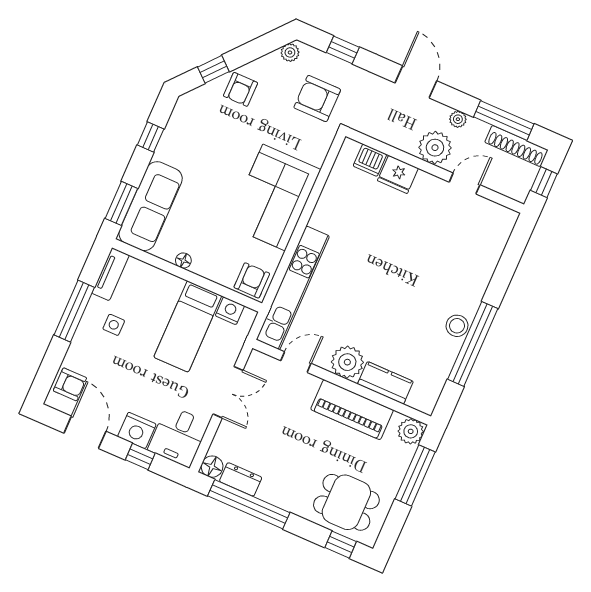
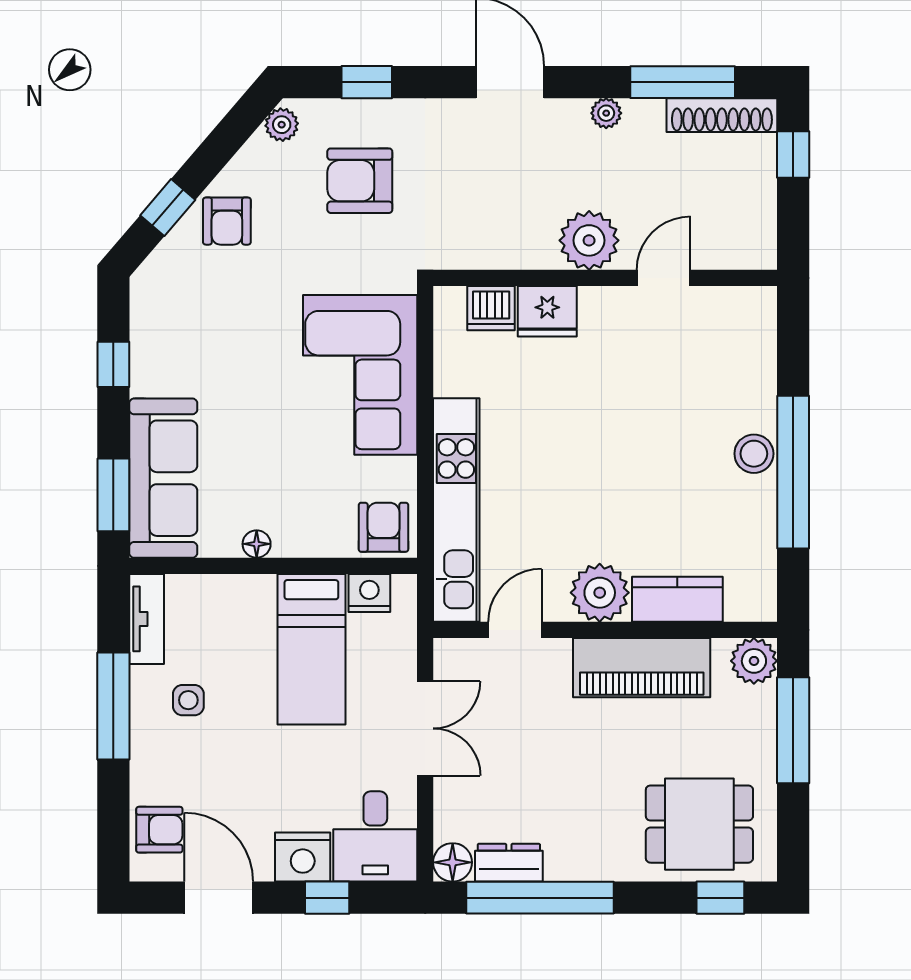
plant: (435, 148) -> (589, 240), moved
dishwasher: (370, 160) -> (491, 308), moved
wall: (435, 170) -> (605, 278), moved
fridge: (398, 174) -> (547, 311), moved
door: (465, 183) -> (664, 278), moved

